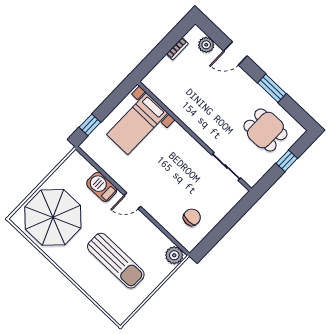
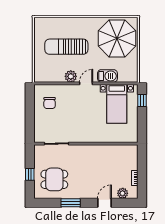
bed with nightstands: (137, 124) -> (117, 104), moved, turned 180
plant: (174, 255) -> (71, 76), moved

